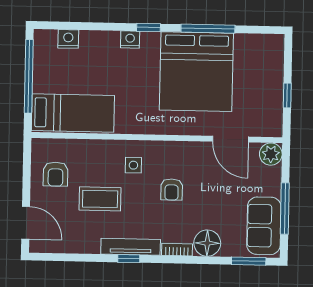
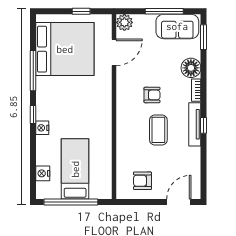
bed: (196, 72) -> (65, 49), moved
bed: (73, 113) -> (75, 169), moved
side table: (133, 165) -> (135, 123), removed
armchair: (55, 174) -> (142, 181), turned 180
coffee table: (100, 199) -> (158, 130), moved

